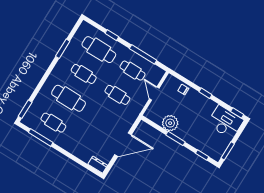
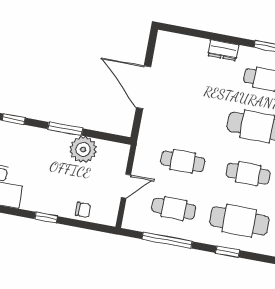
door: (154, 93) -> (126, 186), hinge flipped
door: (123, 145) -> (144, 87), hinge flipped
dresser: (98, 165) -> (223, 50), moved

